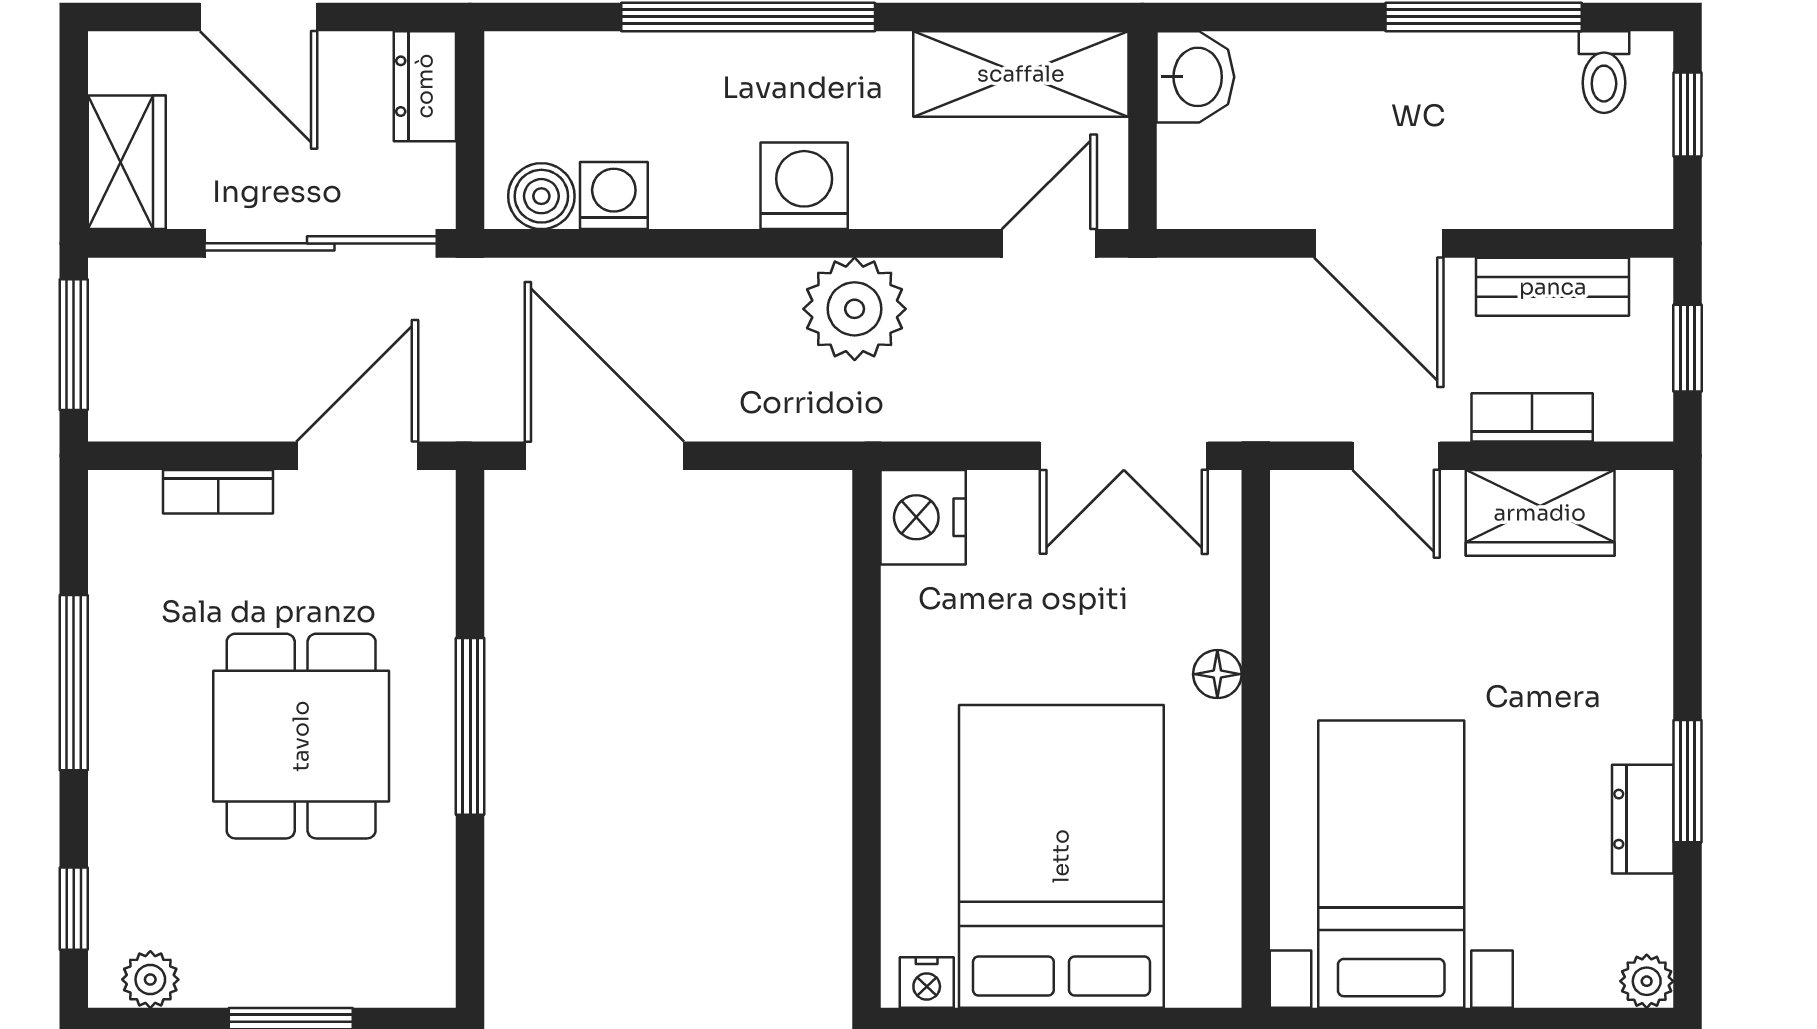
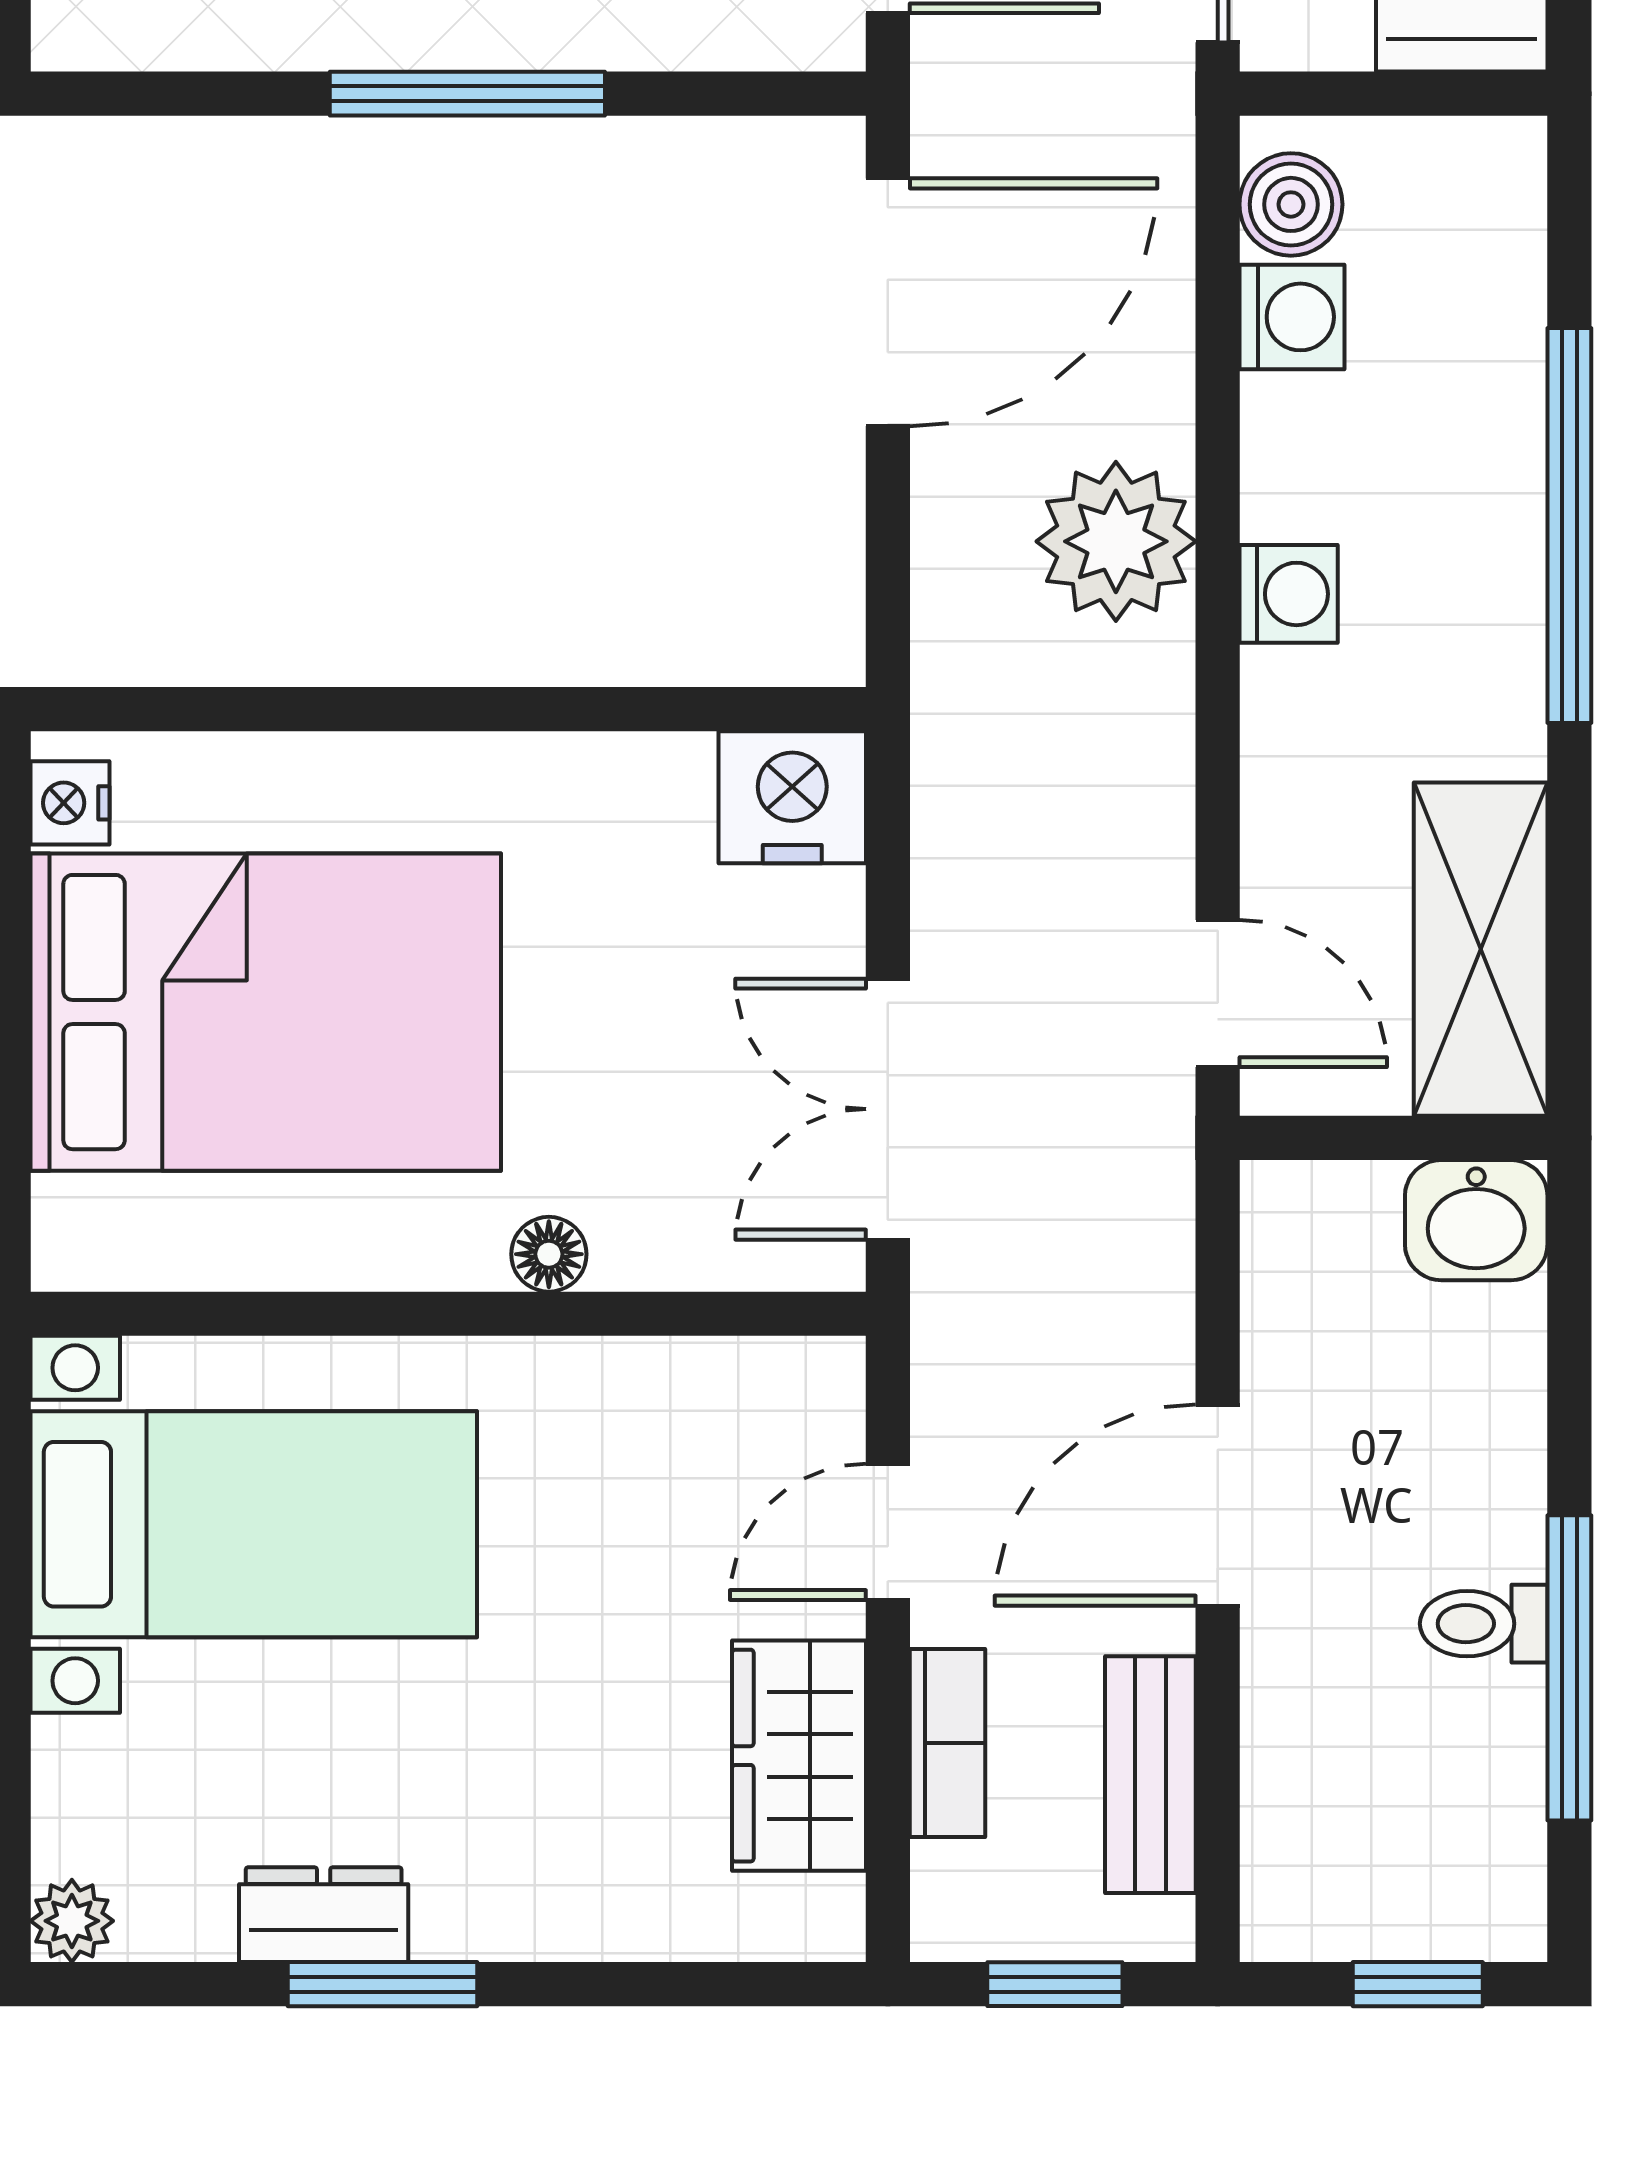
toilet: (1604, 72) -> (1484, 1624), moved
washing machine: (804, 186) -> (1289, 594), width x0.73, depth x0.73
plant: (855, 309) -> (1116, 541), moved

